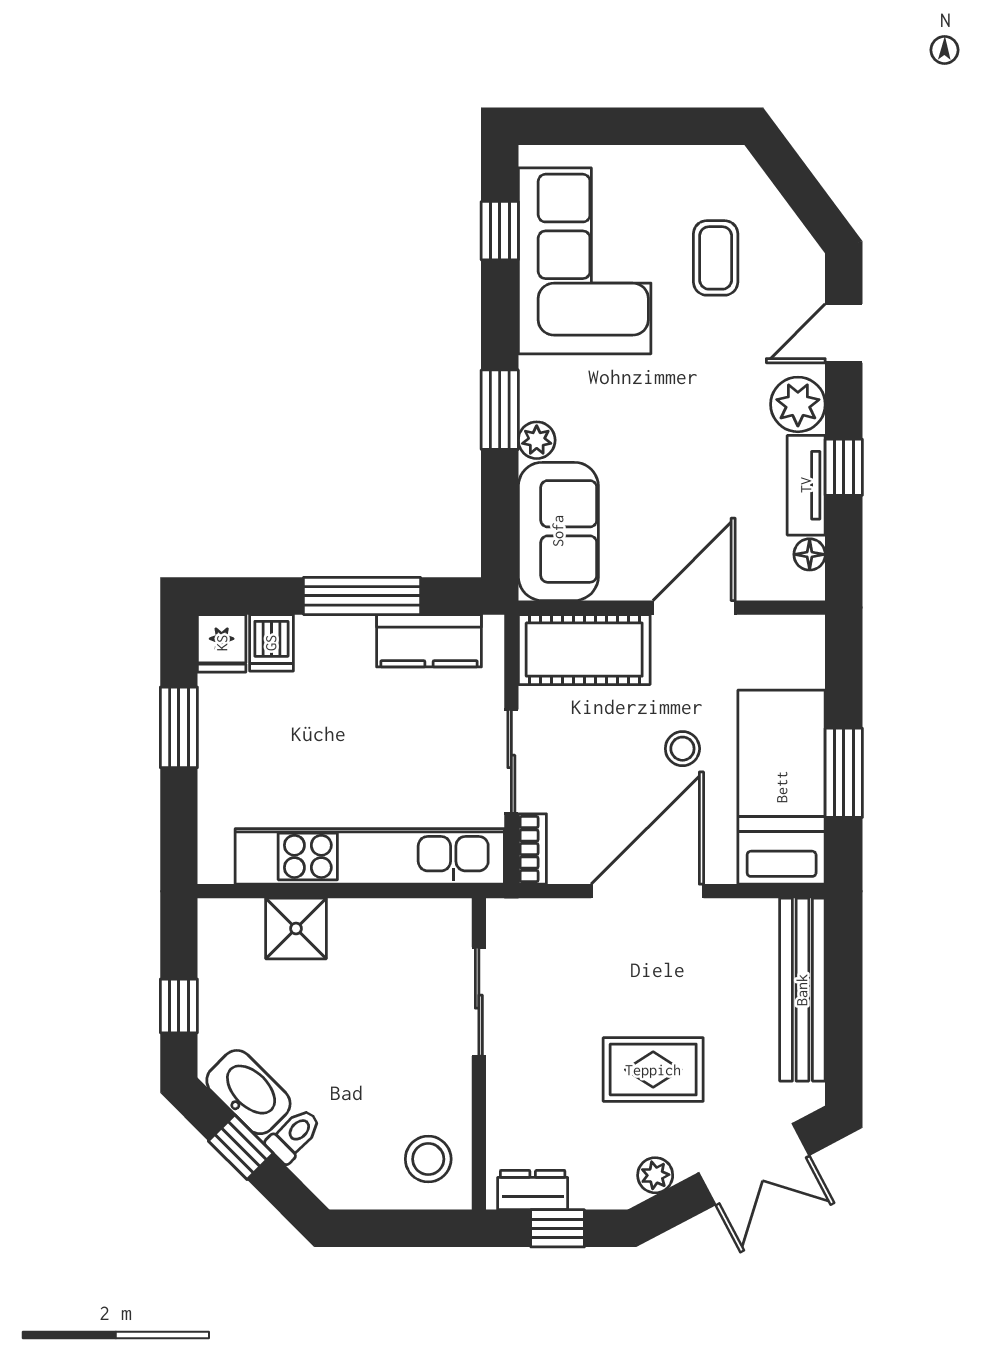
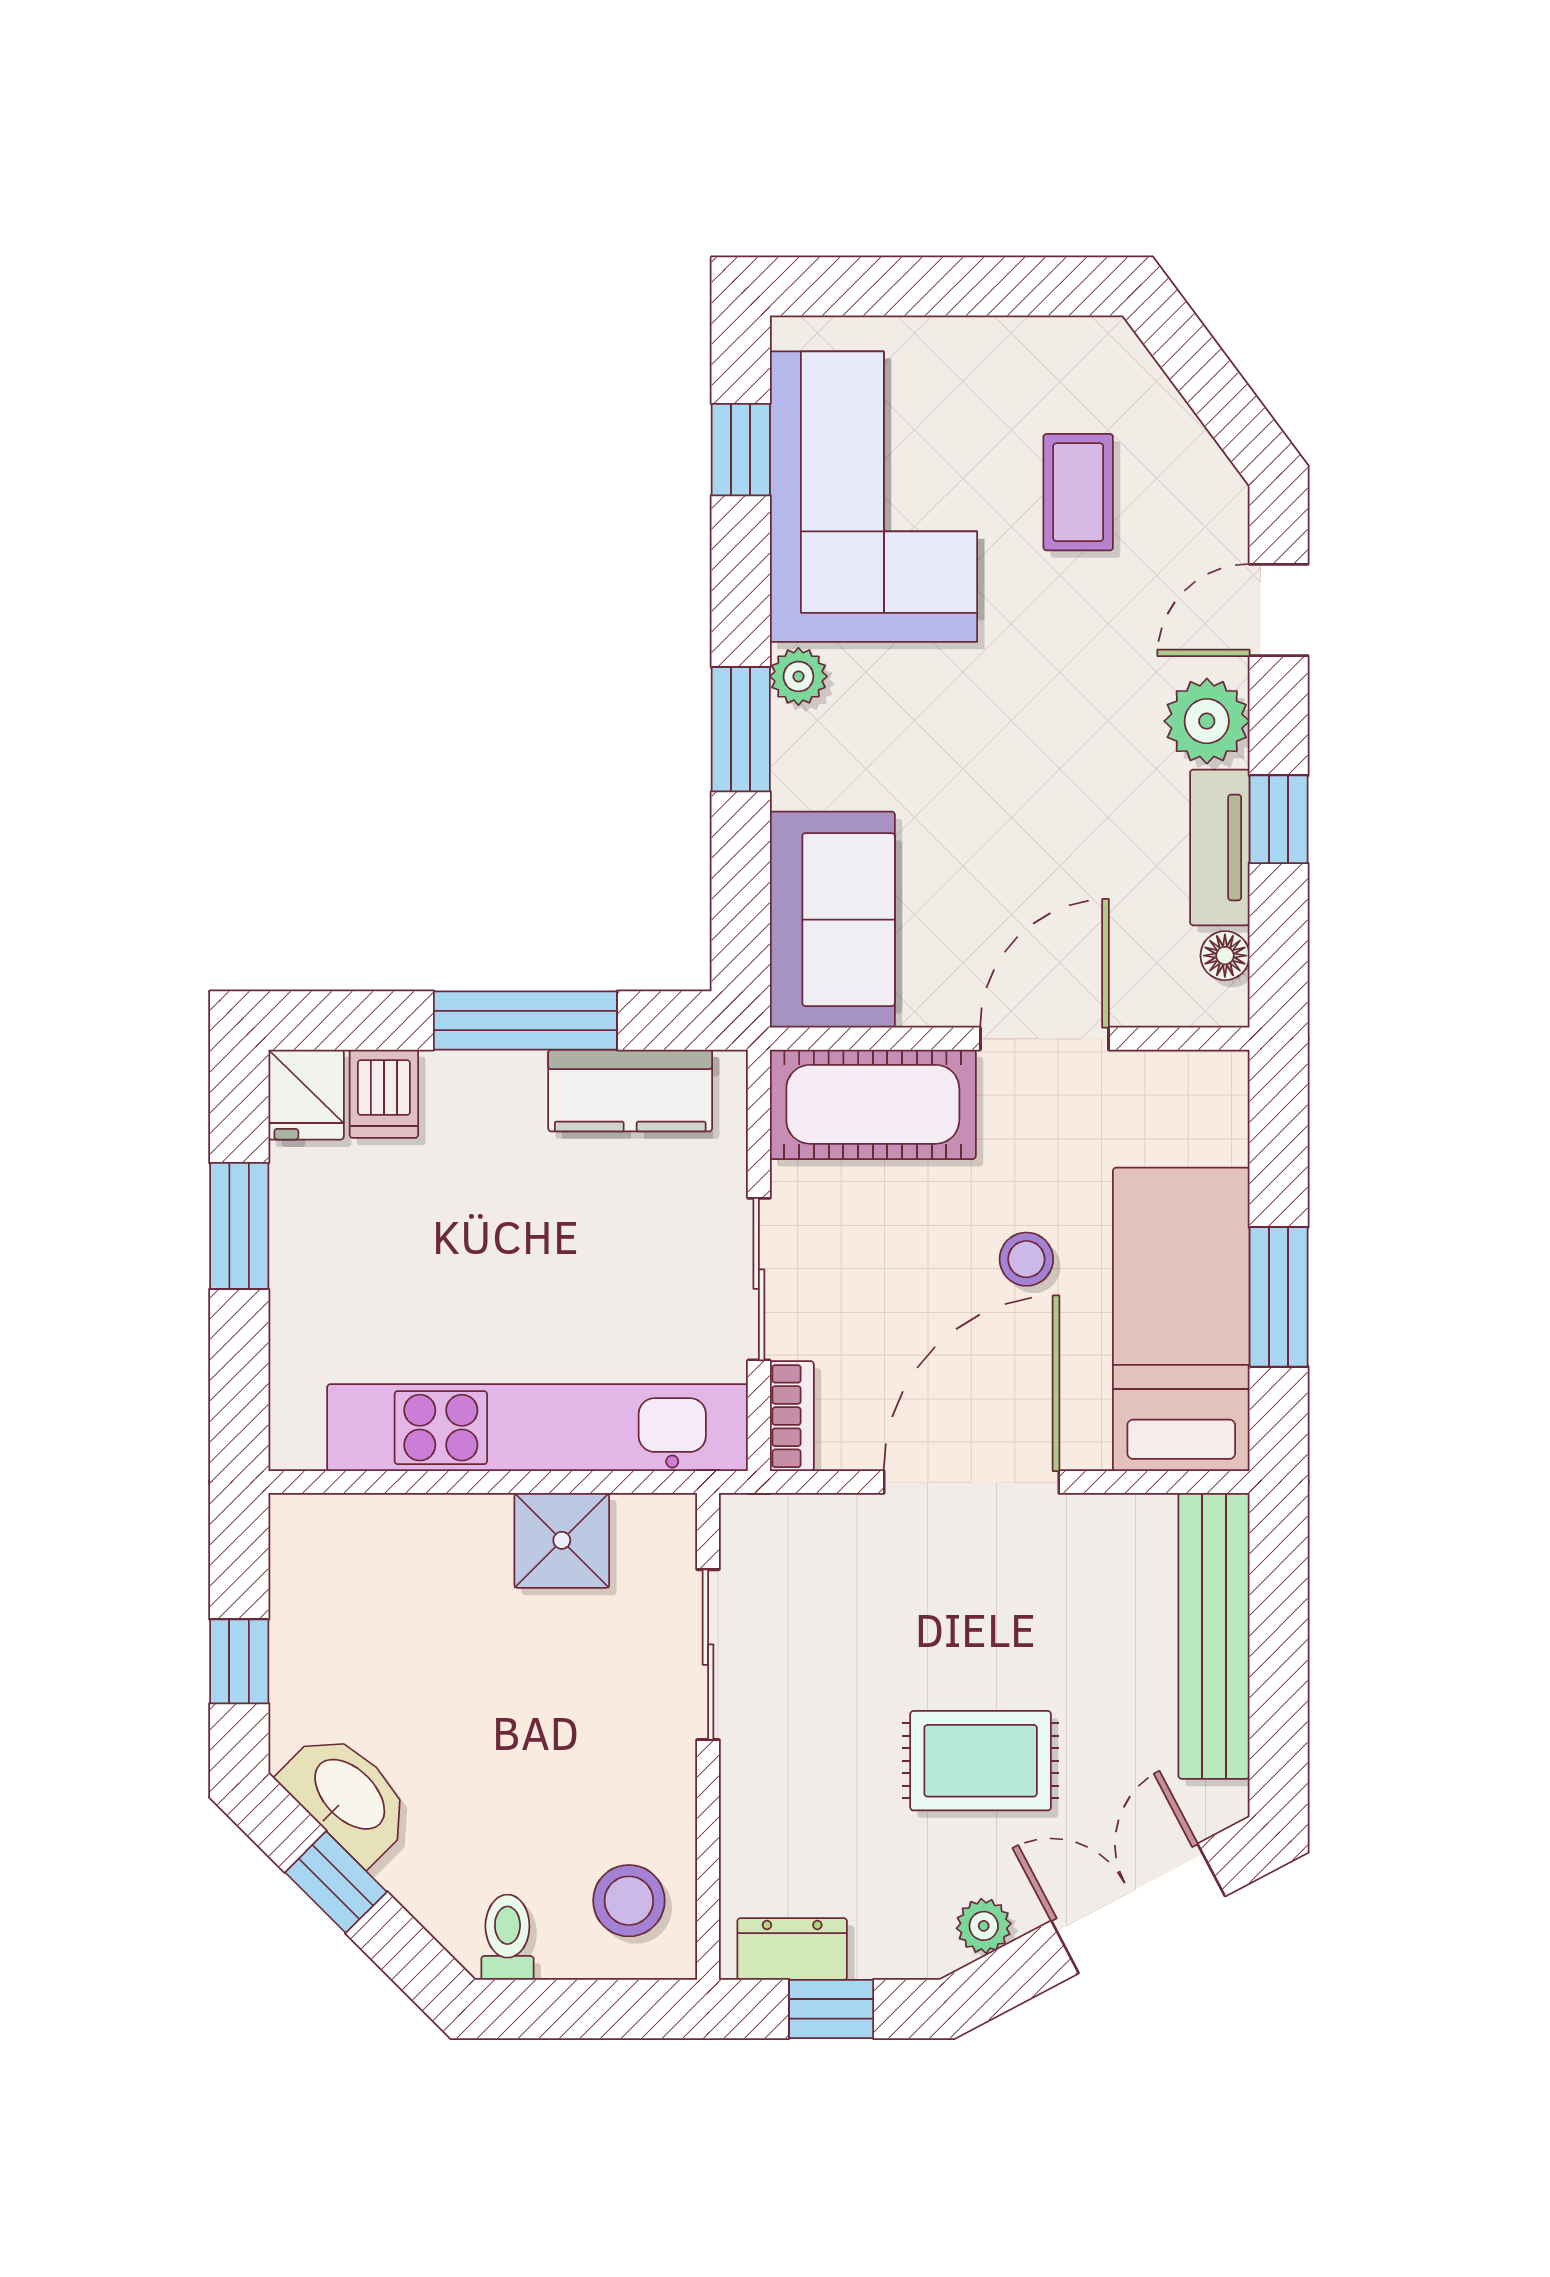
plant: (537, 440) -> (798, 676), moved
shower: (296, 929) -> (562, 1540), moved
toilet: (294, 1135) -> (507, 1937), moved, turned -45
double door: (754, 1164) -> (1138, 1909), swing flipped

